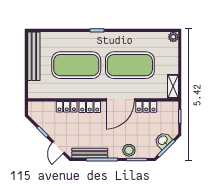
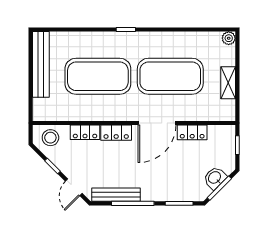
shelving: (173, 86) -> (228, 83), moved
stool: (129, 150) -> (50, 138), moved

